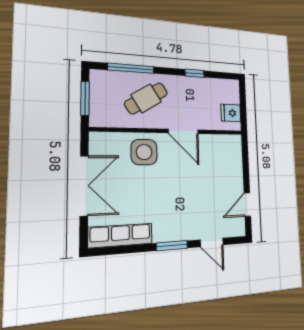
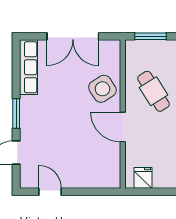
door: (183, 131) -> (123, 127), hinge flipped
side table: (144, 152) -> (102, 89), turned -33

